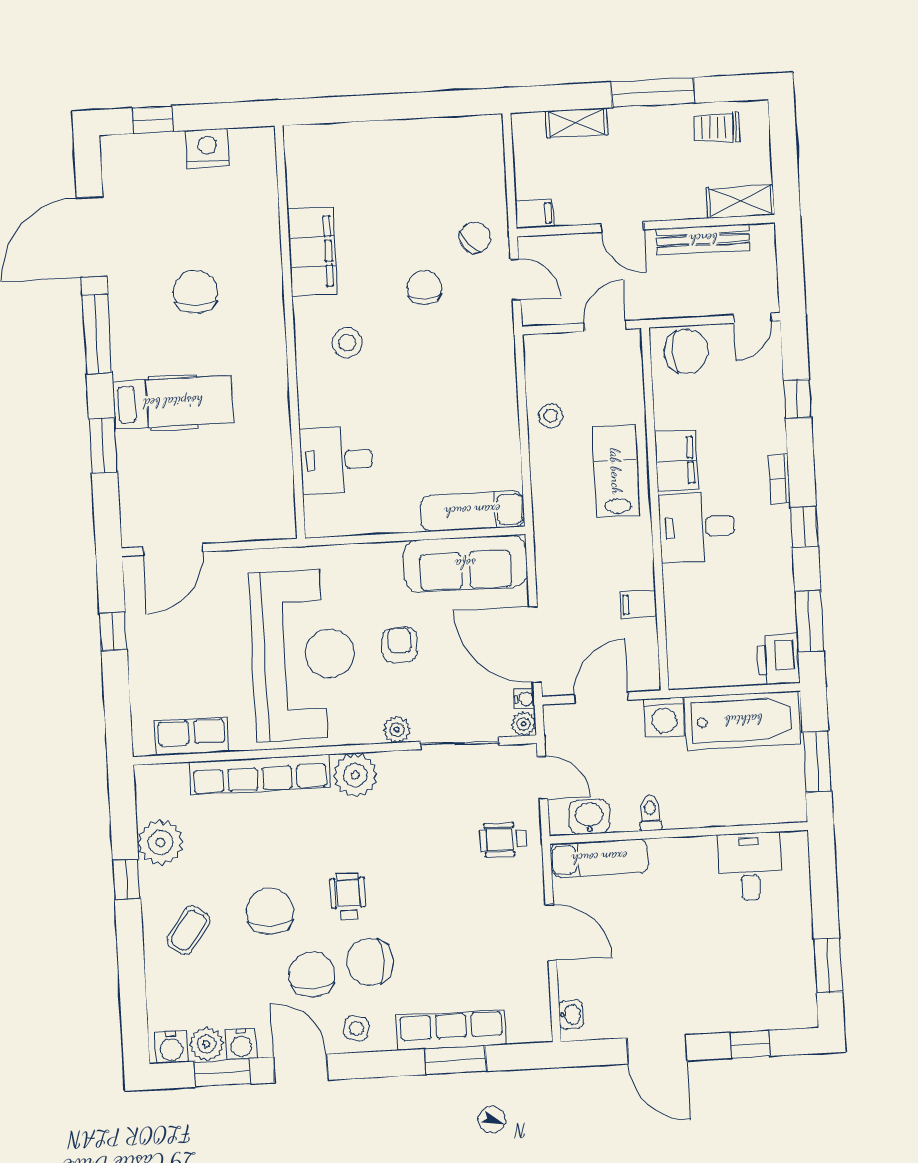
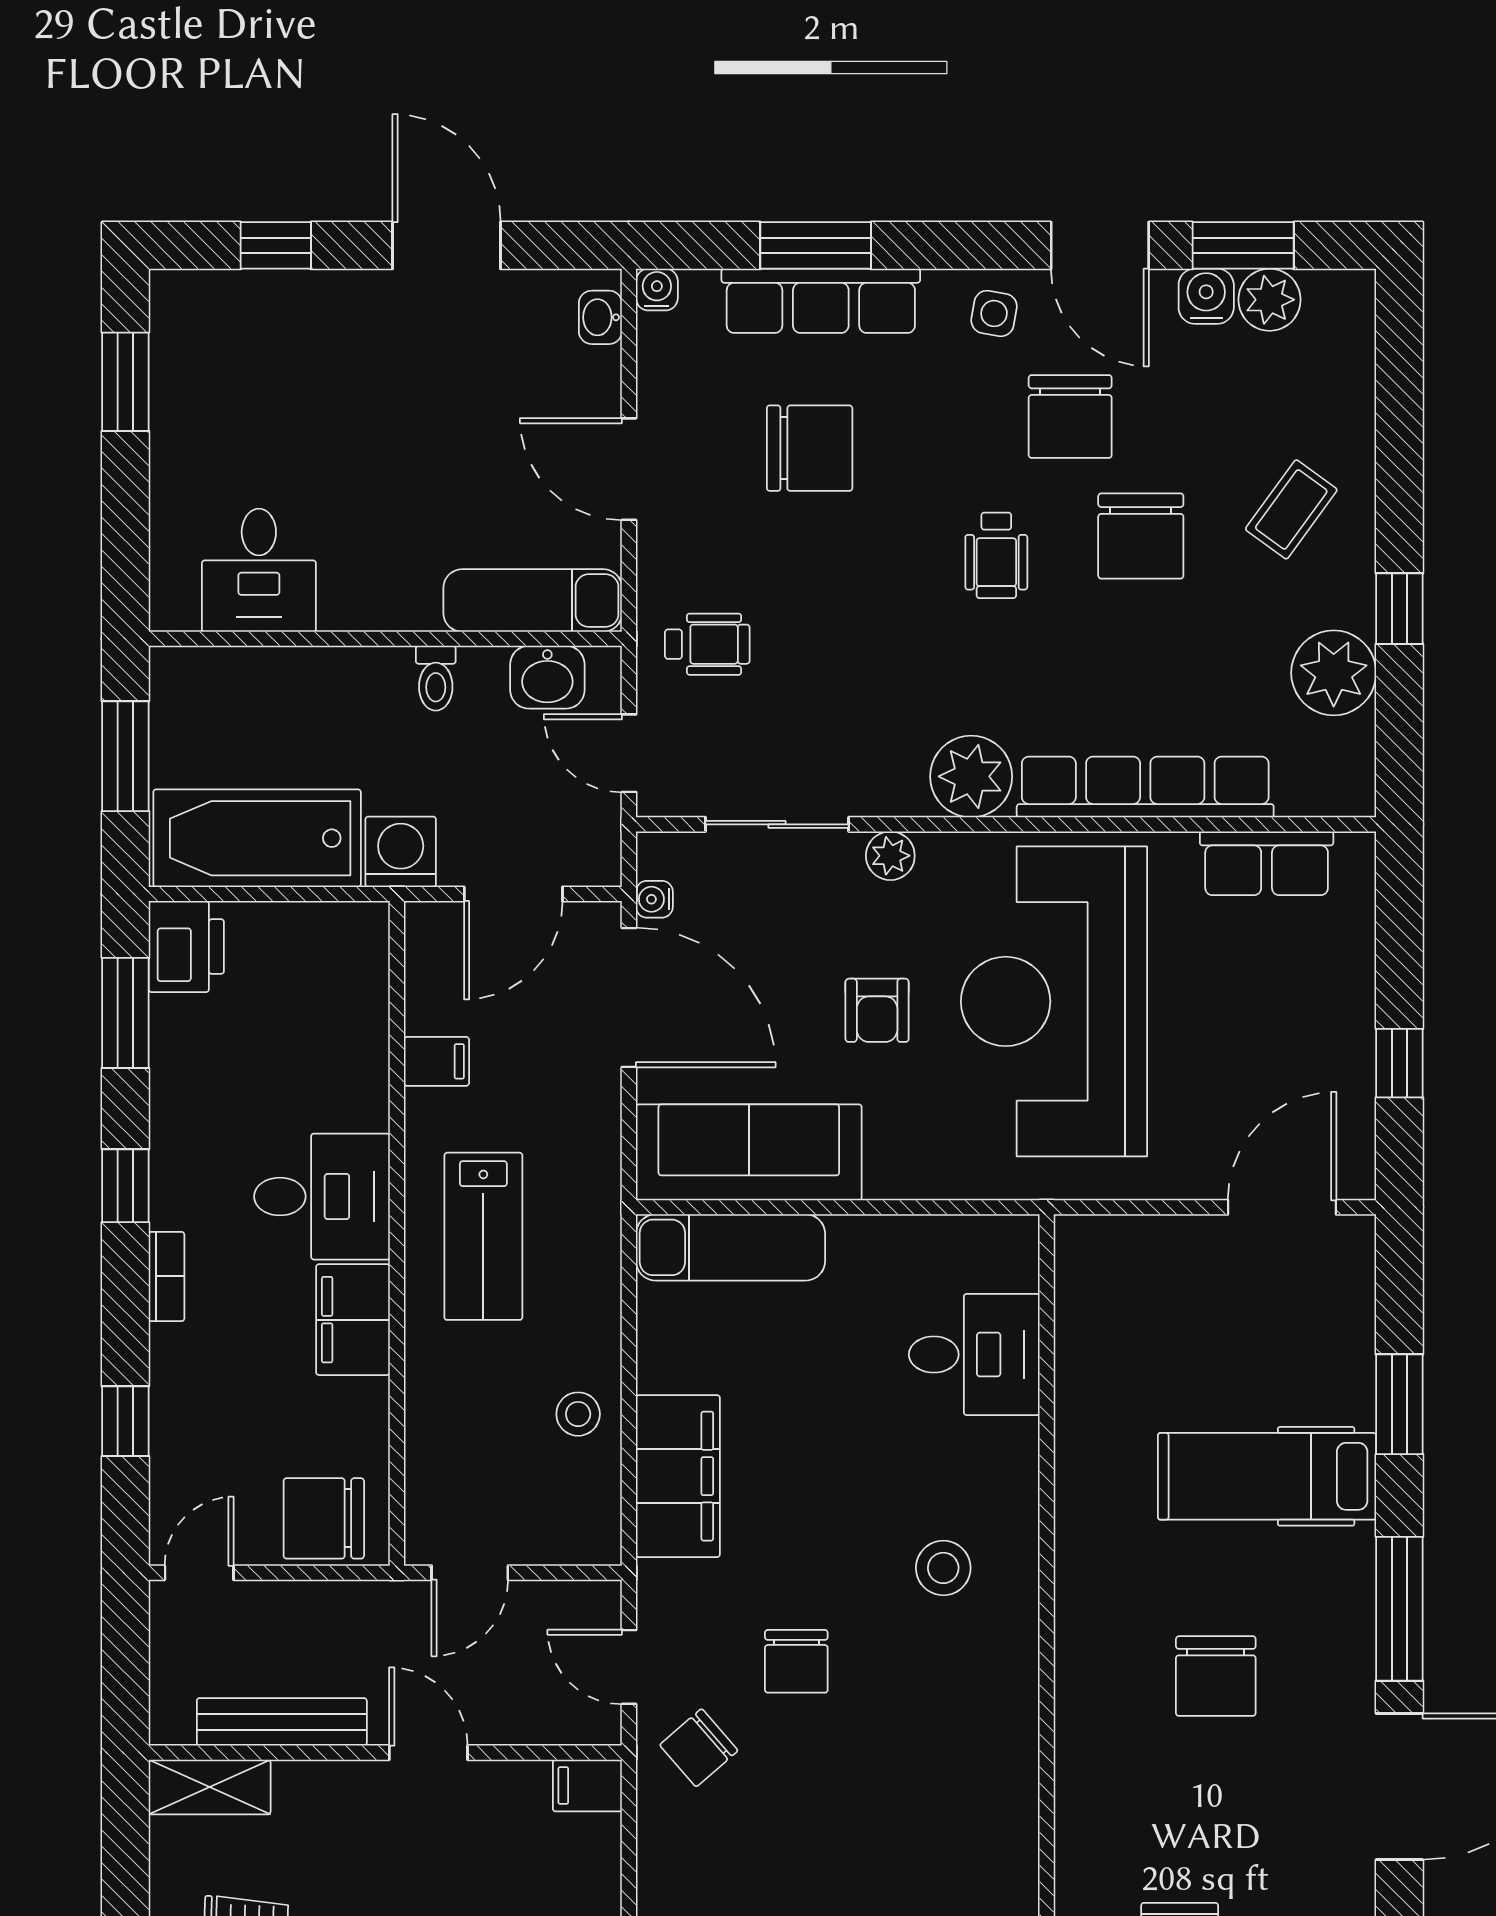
filing cabinet: (312, 252) -> (678, 1476), moved, turned 180
lab bench: (616, 471) -> (483, 1236), moved
plant: (523, 724) -> (658, 854), removed
chair: (370, 962) -> (810, 448), moved
water cooler: (171, 1047) -> (657, 290), moved, width x0.72, depth x0.72

